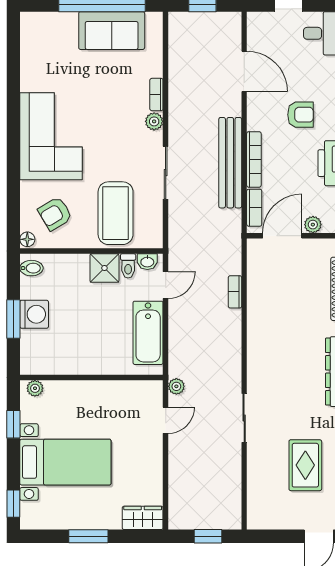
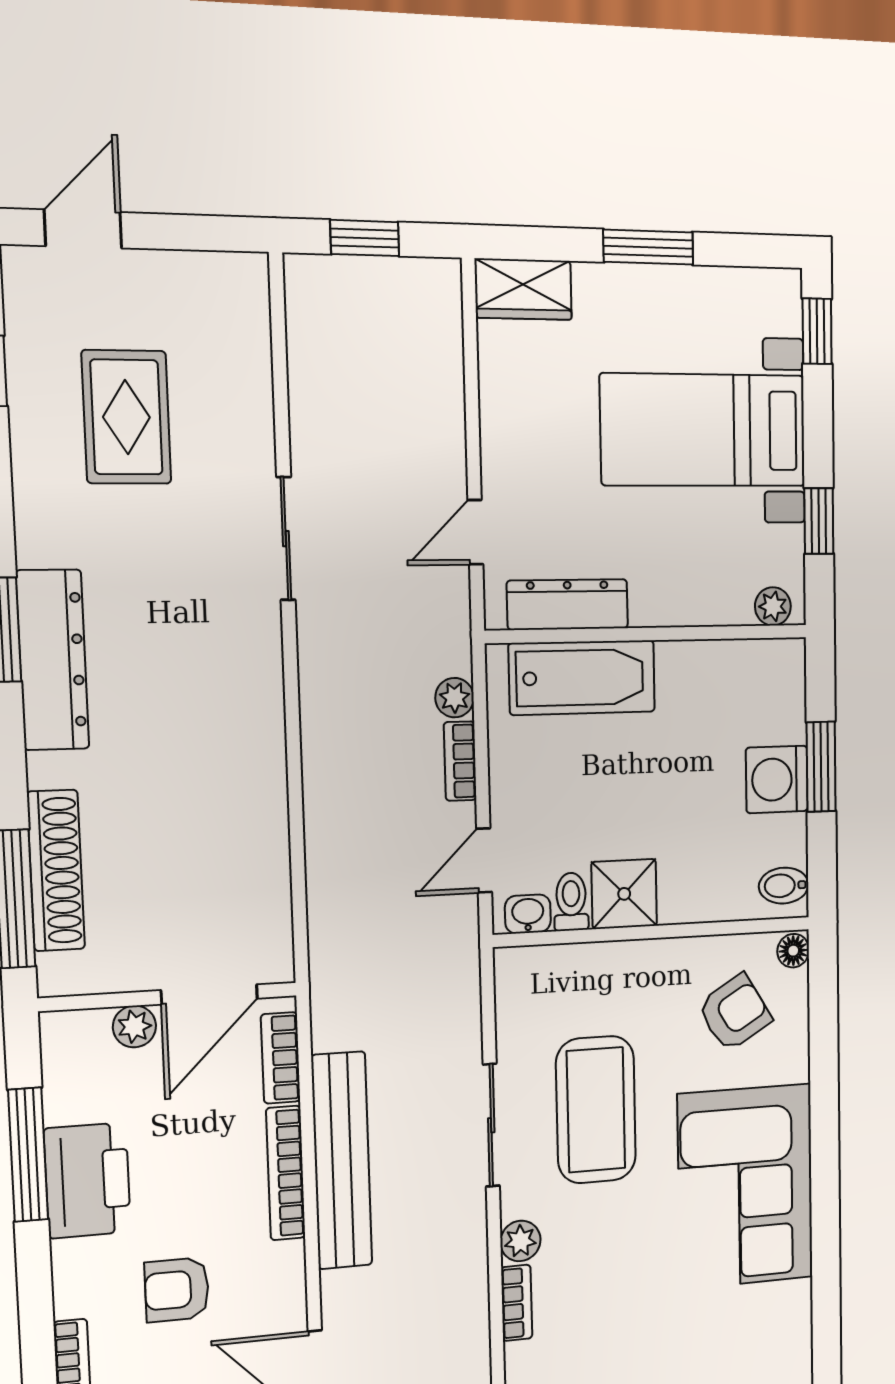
coffee table: (116, 213) -> (596, 1110), moved
bookcase: (235, 292) -> (460, 761), moved, turned 180
bathtub: (148, 333) -> (582, 678), moved, turned 90
plant: (176, 386) -> (455, 698), moved
dresser: (127, 390) -> (568, 604), added

